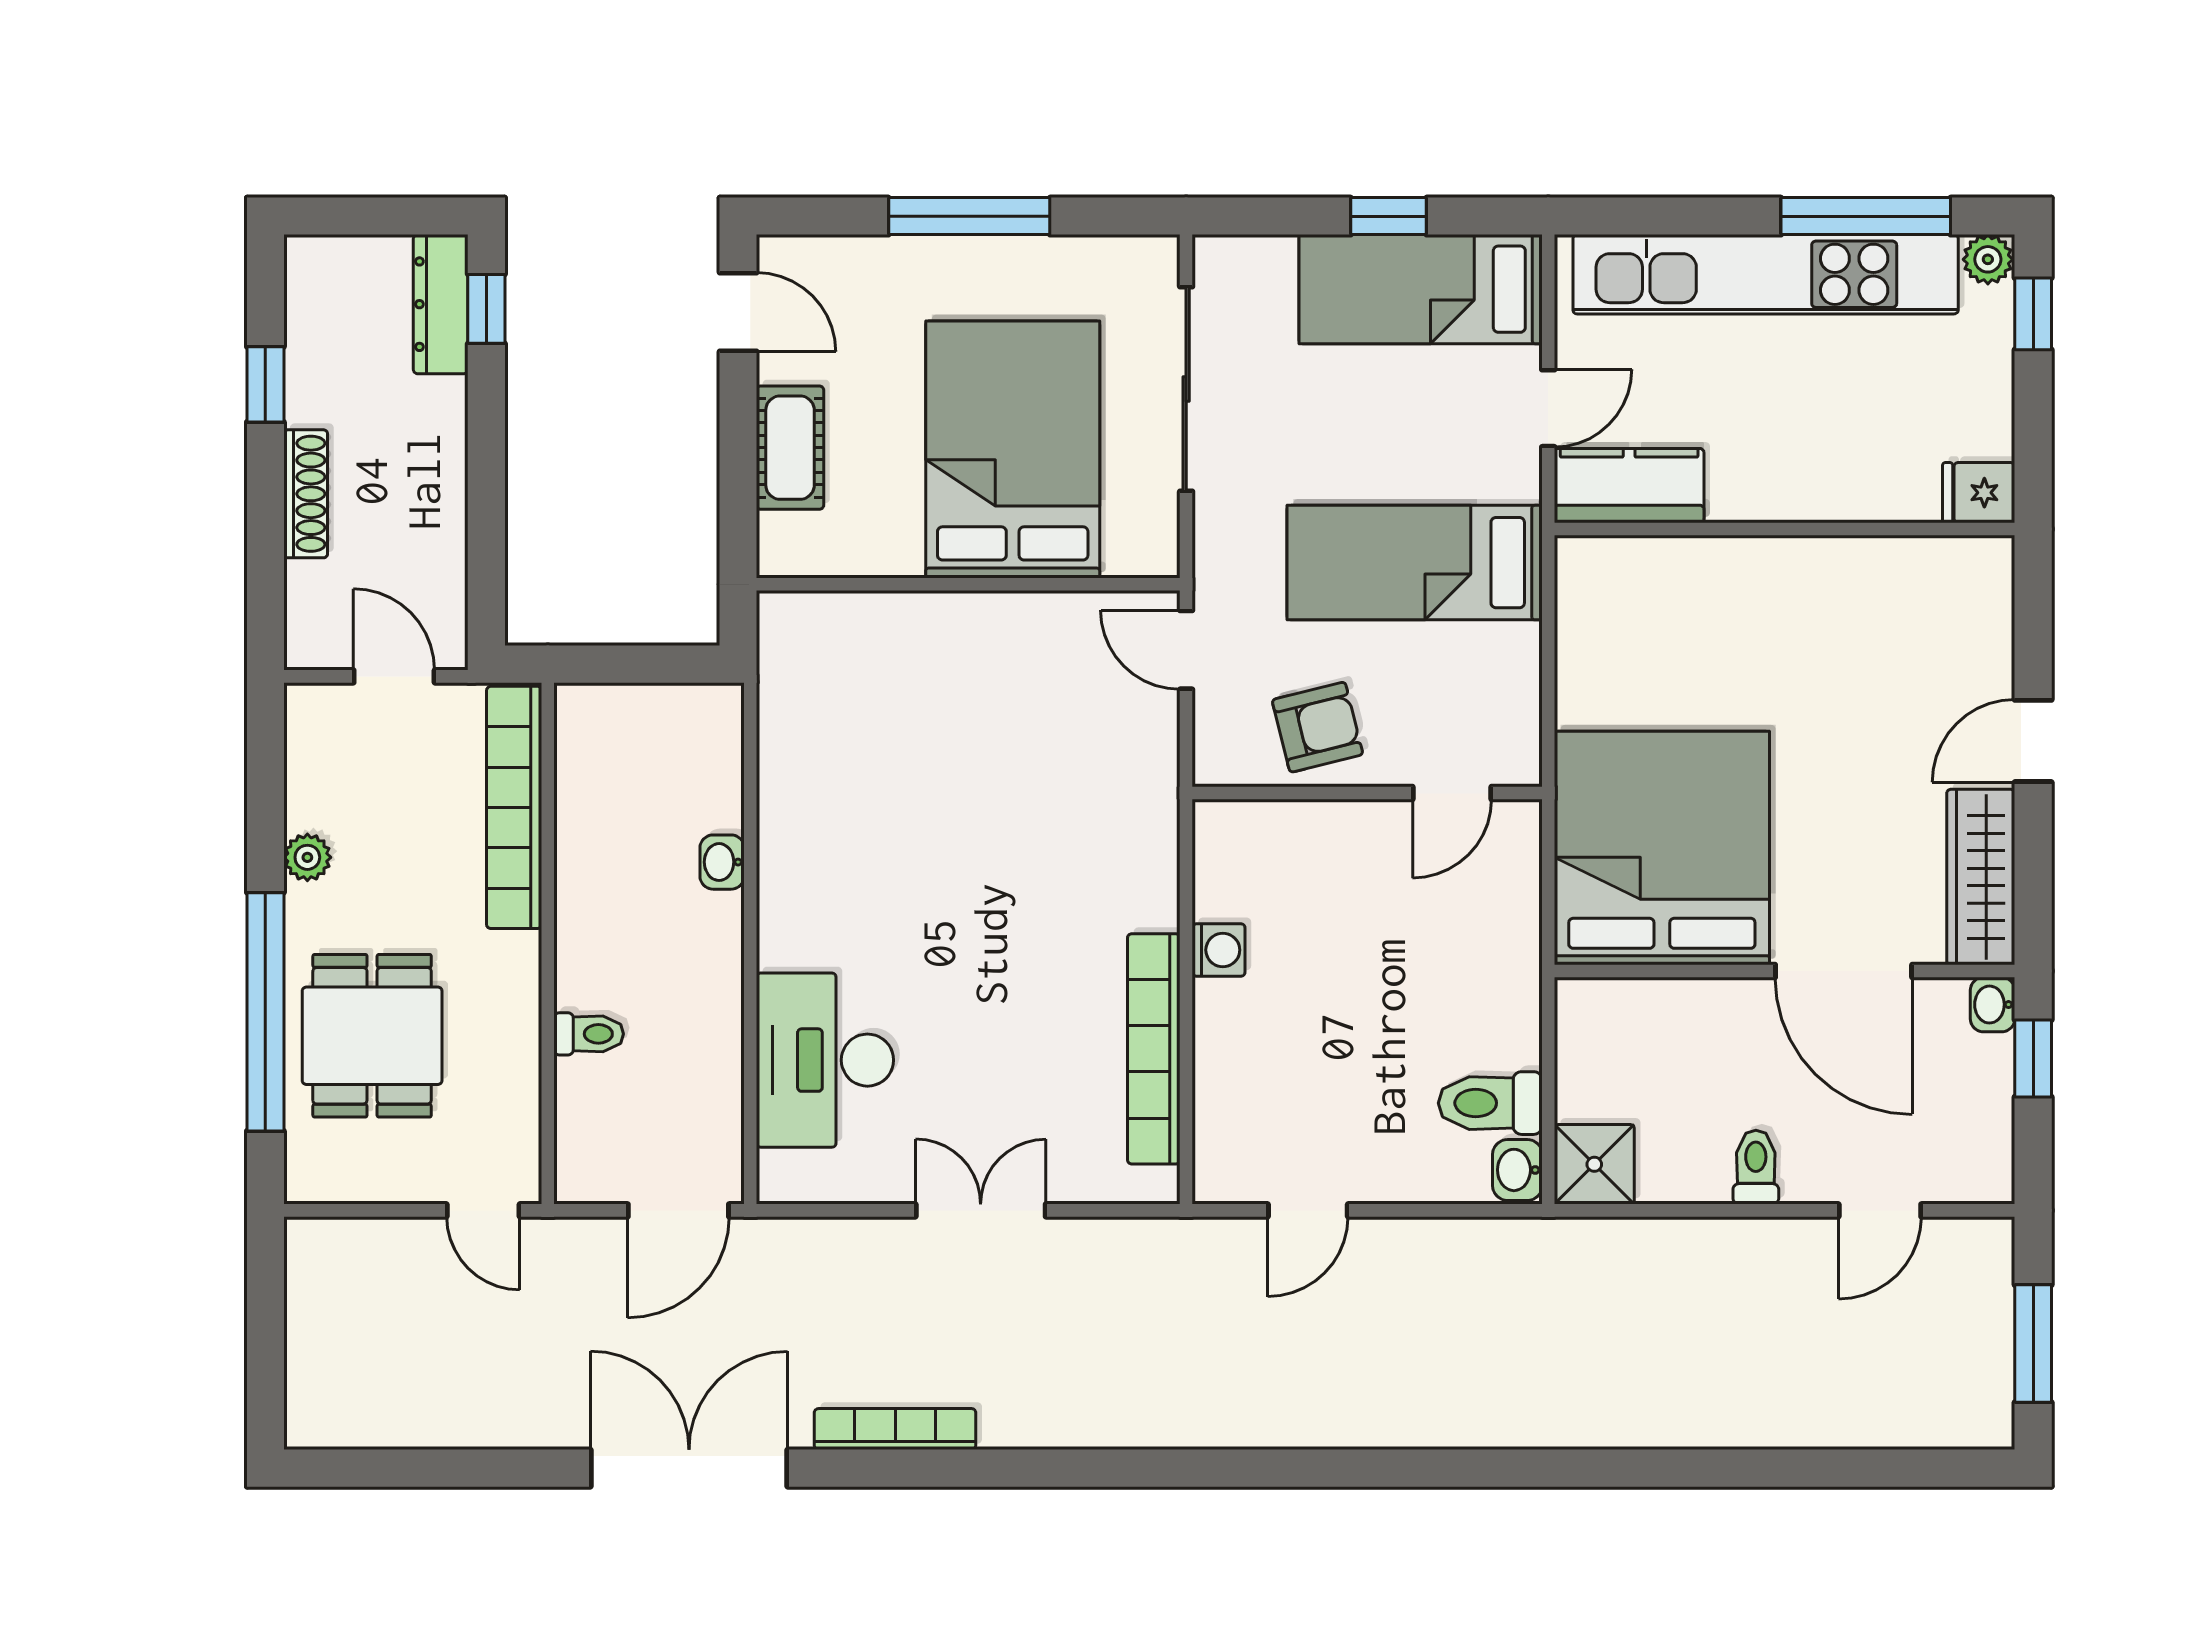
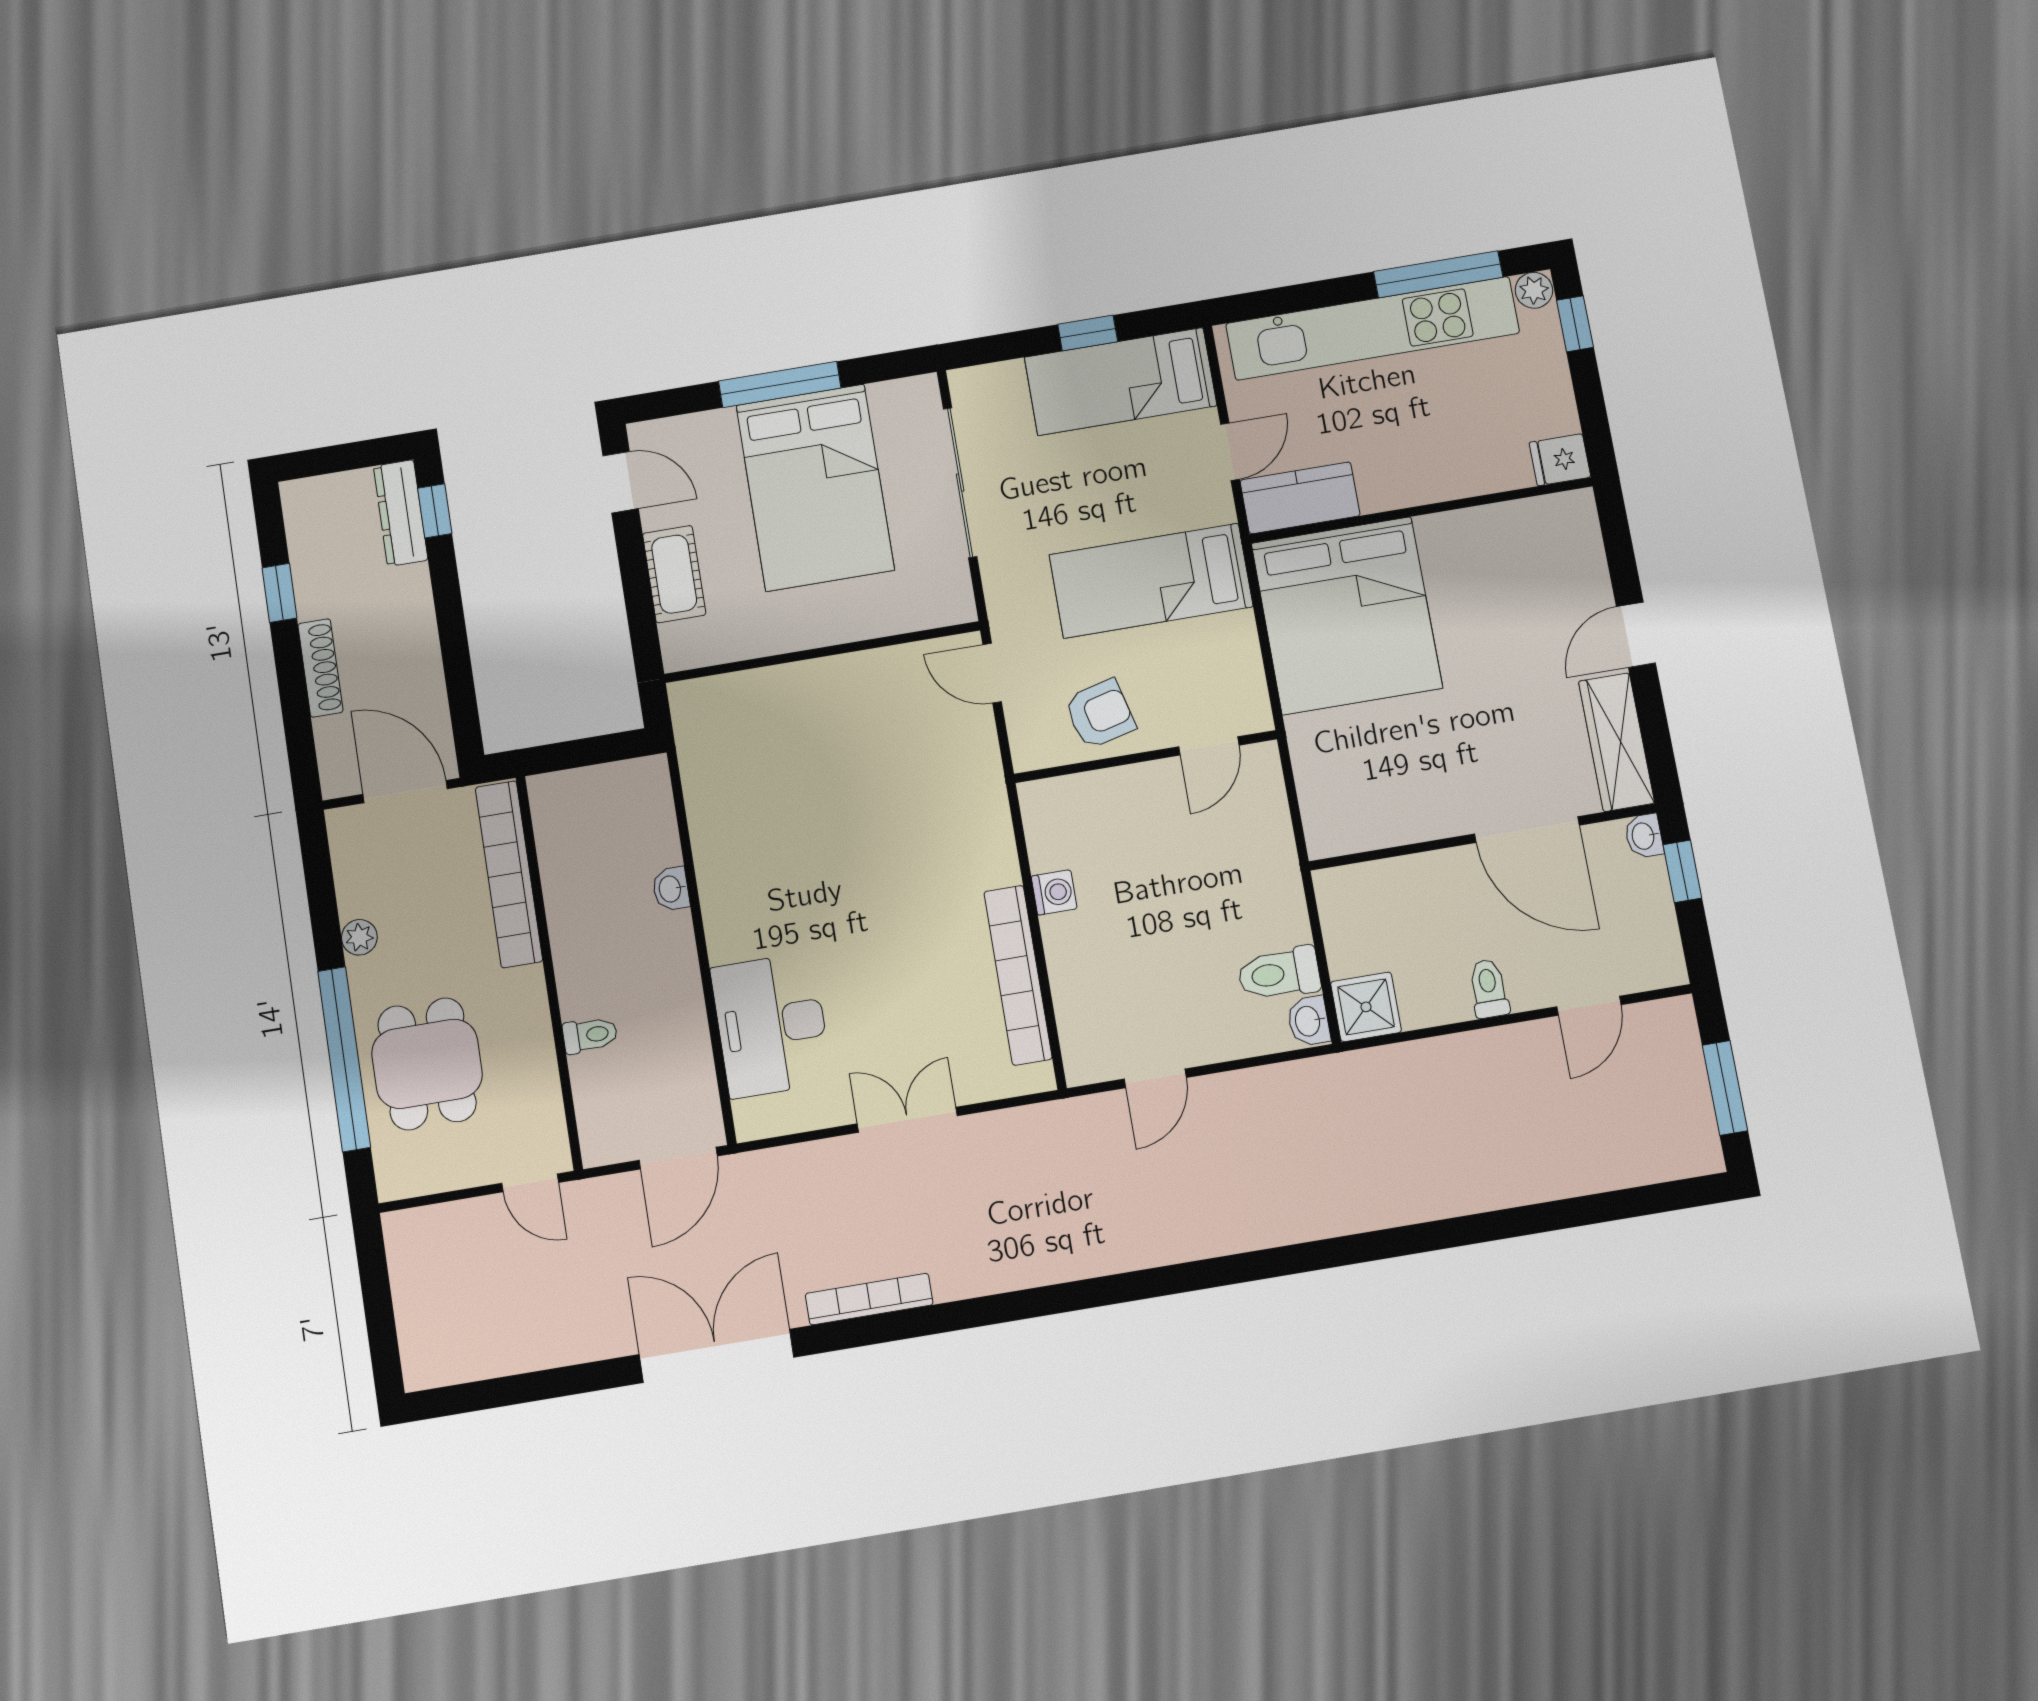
bed: (1013, 449) -> (815, 488), moved, turned 180
door: (394, 676) -> (405, 792), width x1.38
bed: (1662, 848) -> (1347, 616), moved, turned 180

